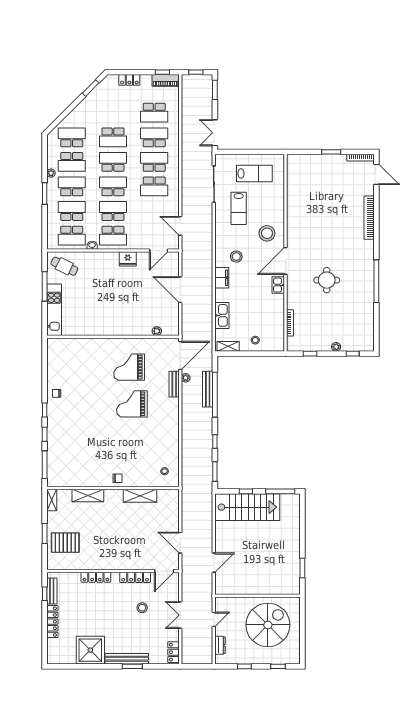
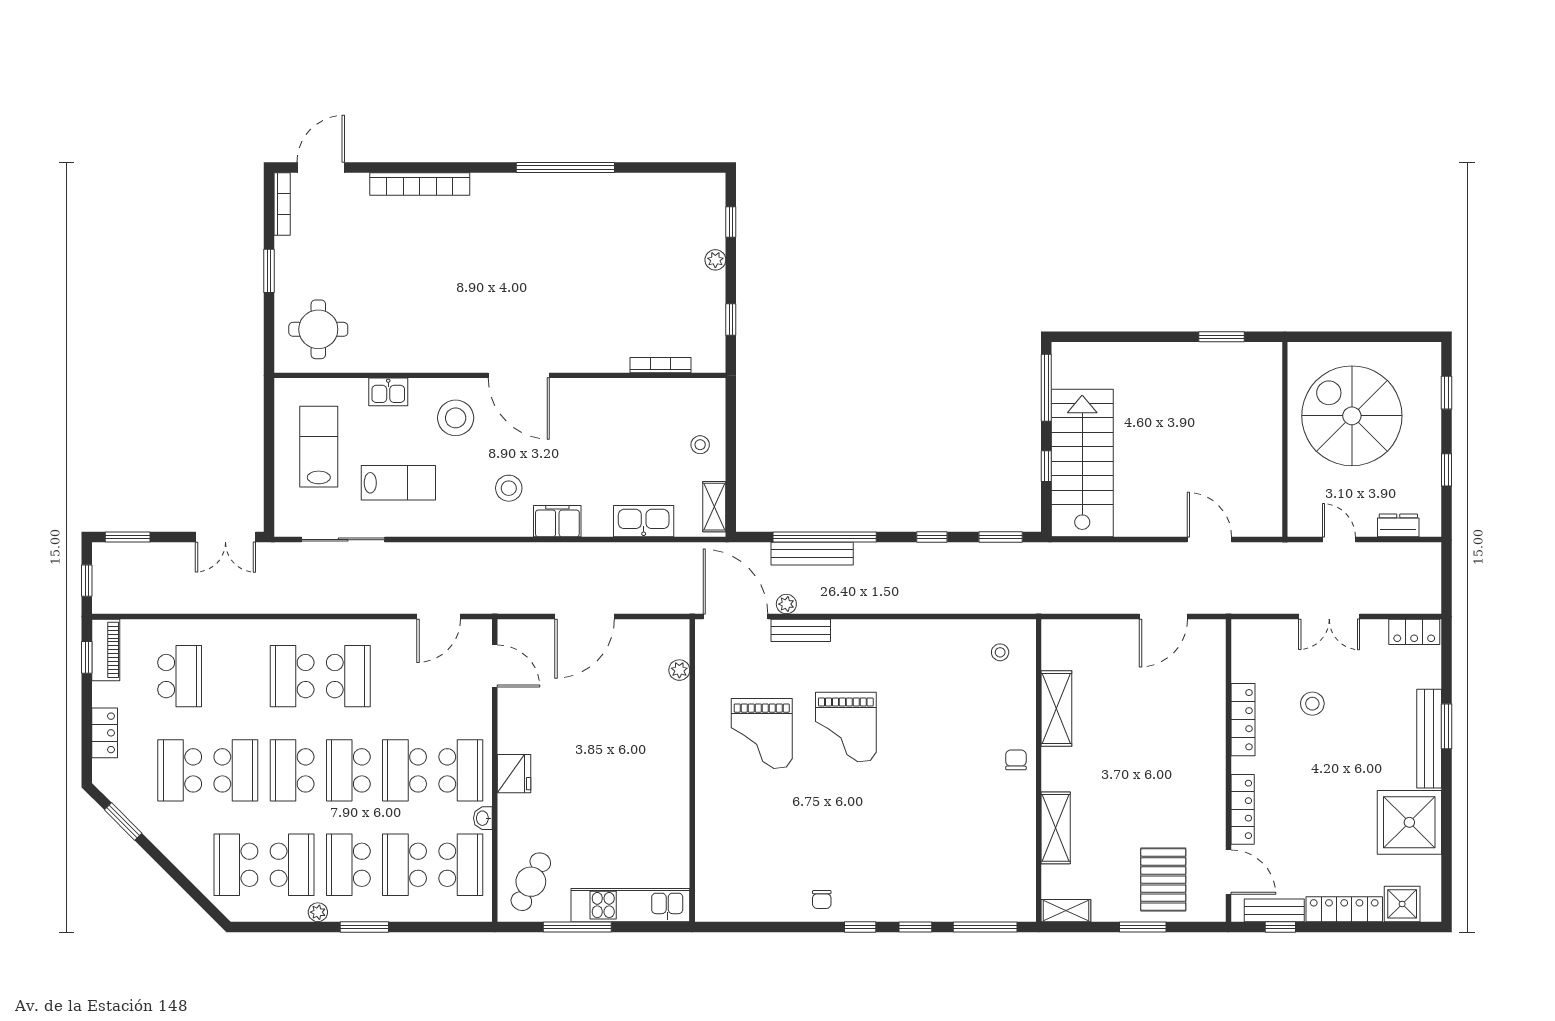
school desk: (154, 137) -> (180, 770), moved
fridge: (128, 259) -> (514, 774), moved
round table: (327, 280) -> (318, 329), moved
kitchen sink: (278, 285) -> (388, 392), moved
door: (164, 571) -> (1228, 872), moved
shower: (55, 647) -> (1402, 904), added

